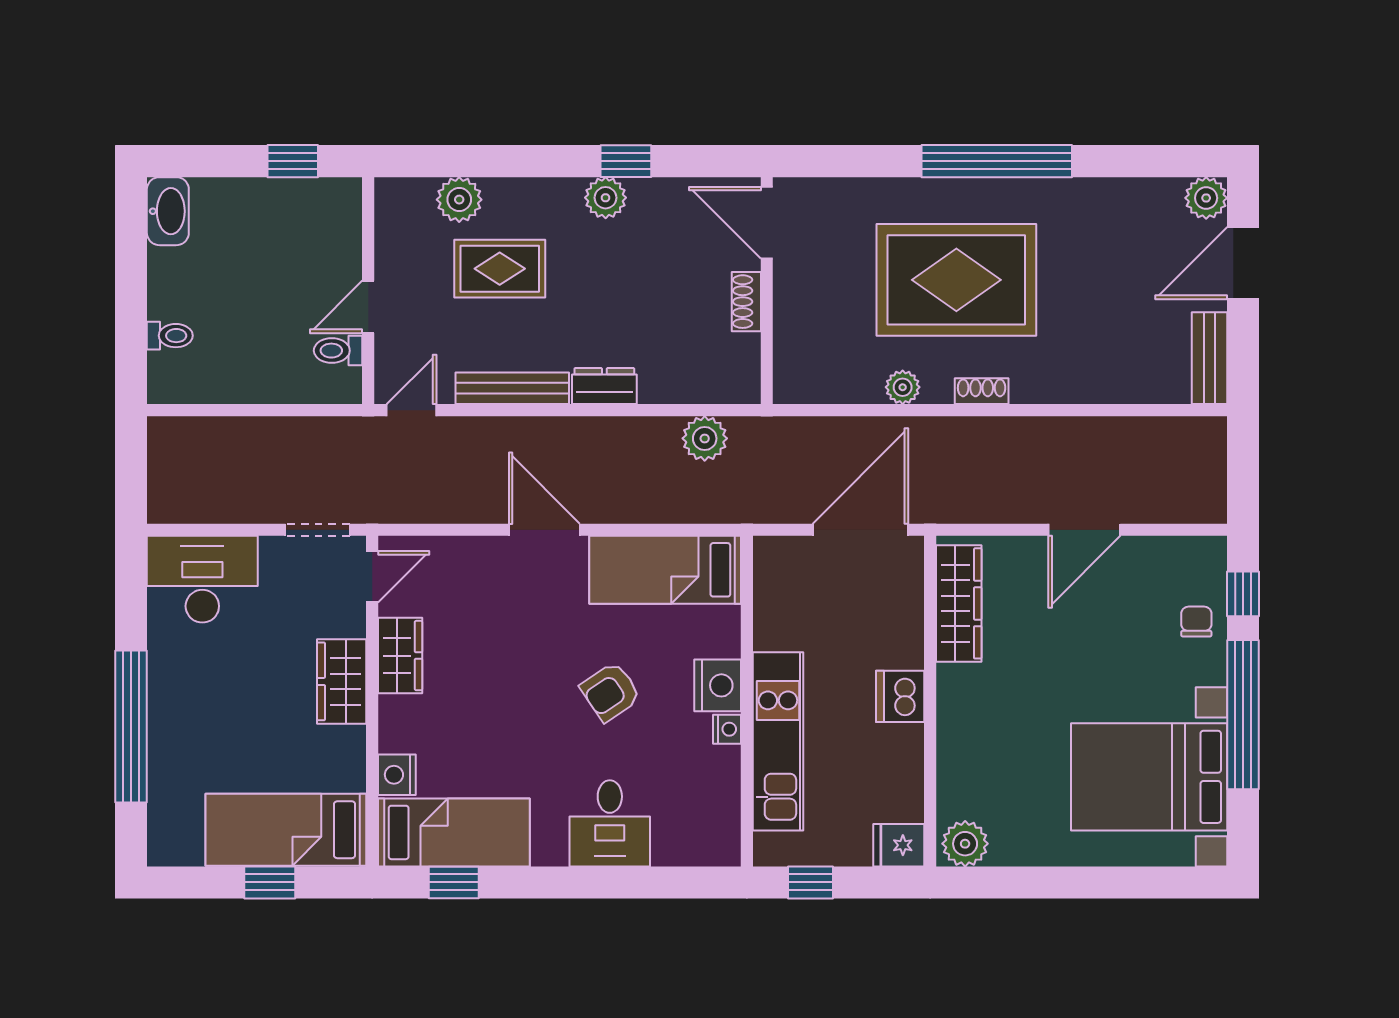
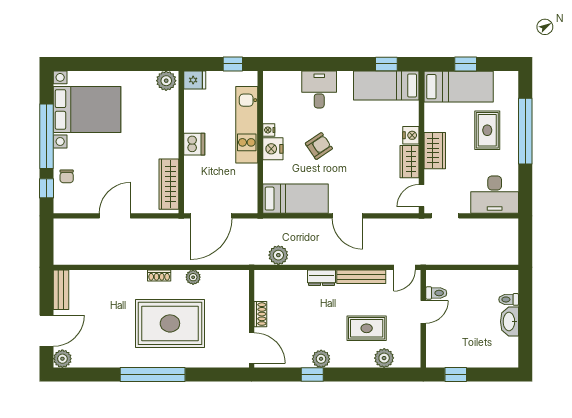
washbasin: (168, 211) -> (509, 322), moved
rug: (220, 729) -> (487, 130), added
nightstand: (397, 775) -> (411, 135), moved

